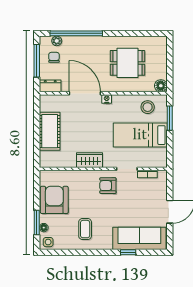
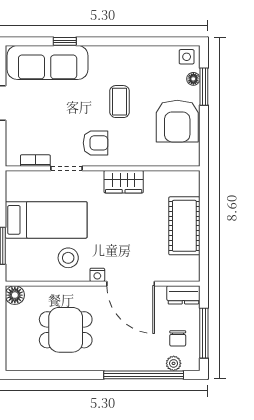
stool: (148, 107) -> (68, 258), moved
coffee table: (85, 229) -> (120, 102), moved

